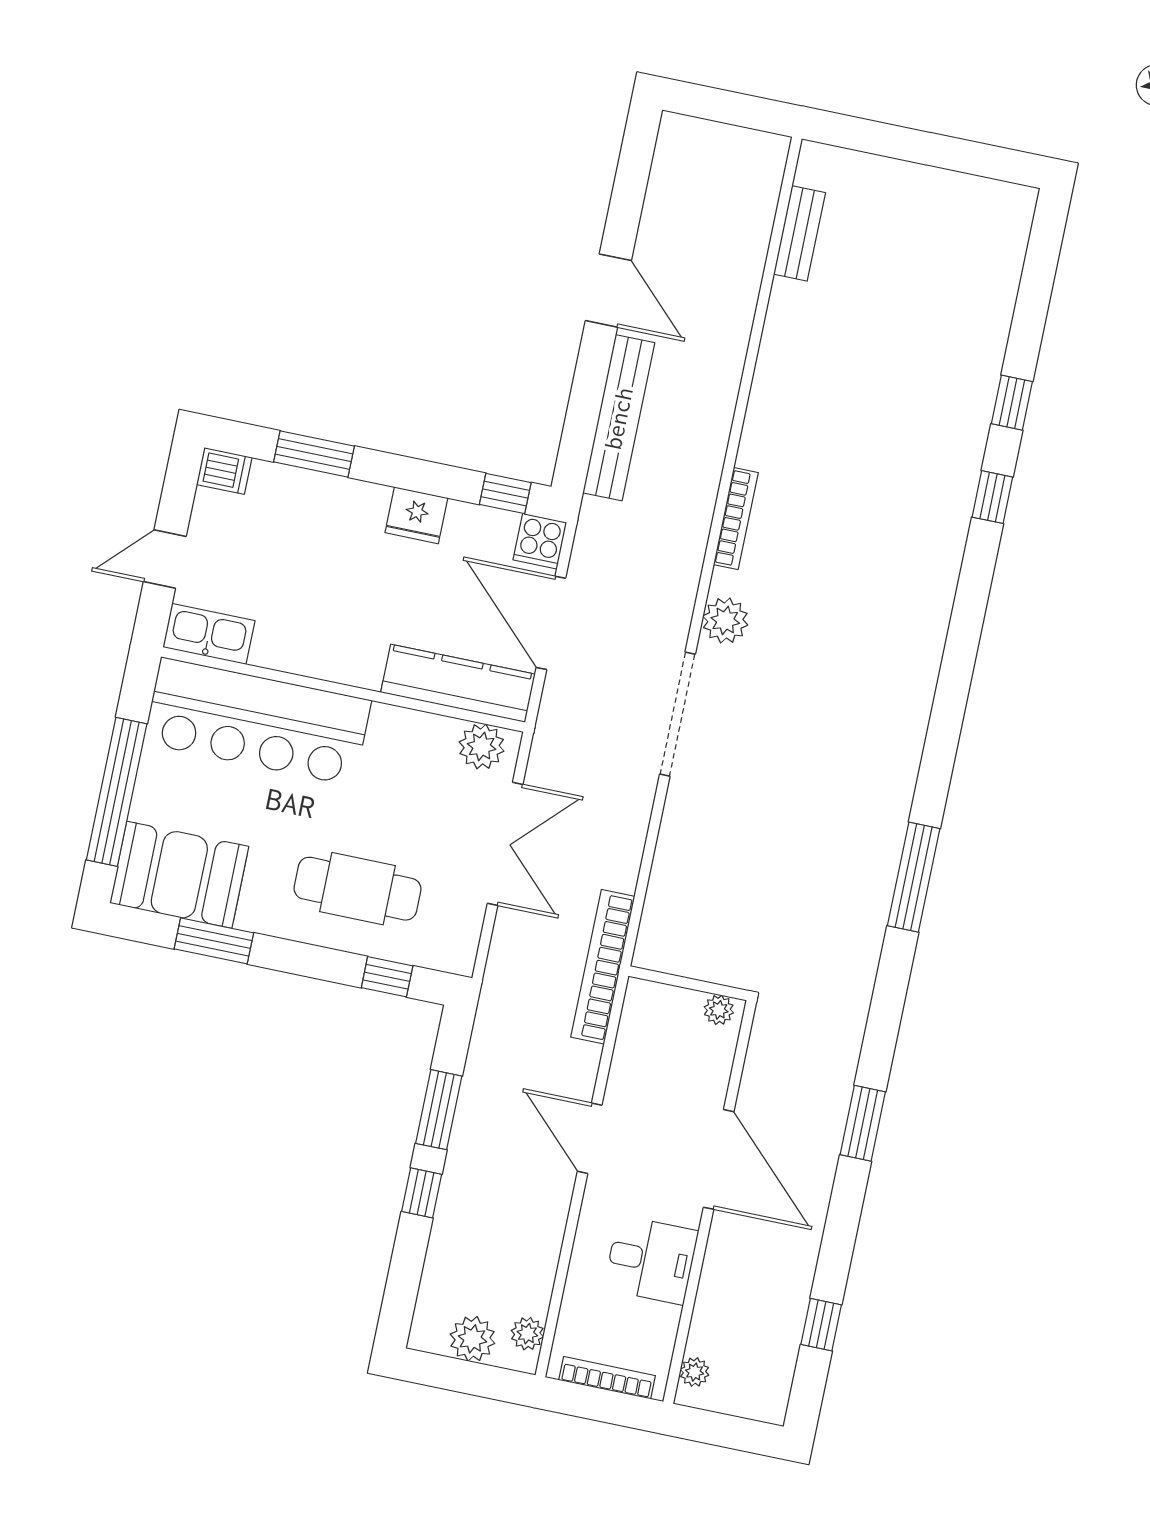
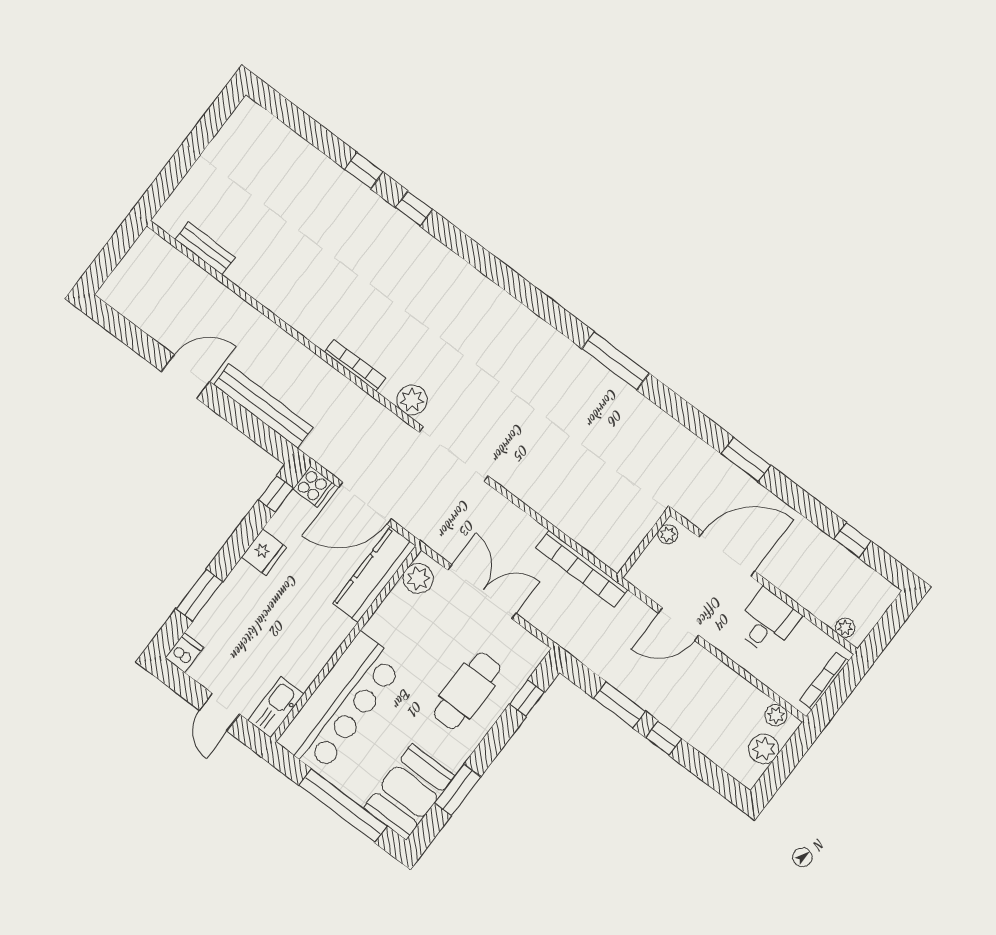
wall: (688, 983) -> (644, 545), moved
plant: (719, 1010) -> (668, 534), moved

